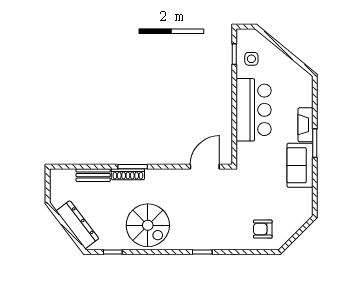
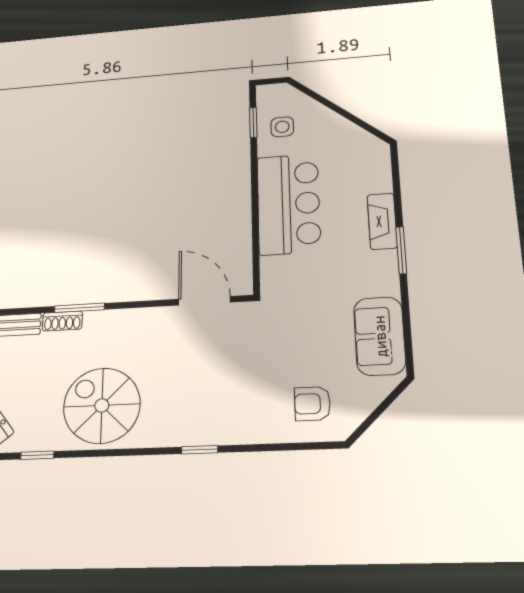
sofa: (300, 165) -> (380, 336), moved
door: (205, 167) -> (204, 301), hinge flipped
shoe rack: (128, 174) -> (62, 321), width x0.70
spiral stairs: (148, 225) -> (102, 406), turned 180

